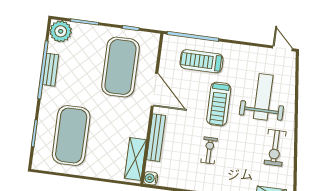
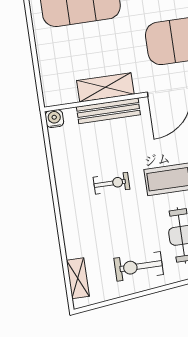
shelving: (135, 159) -> (105, 87), moved

